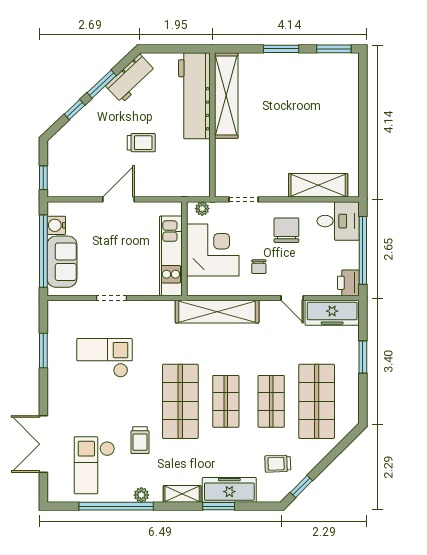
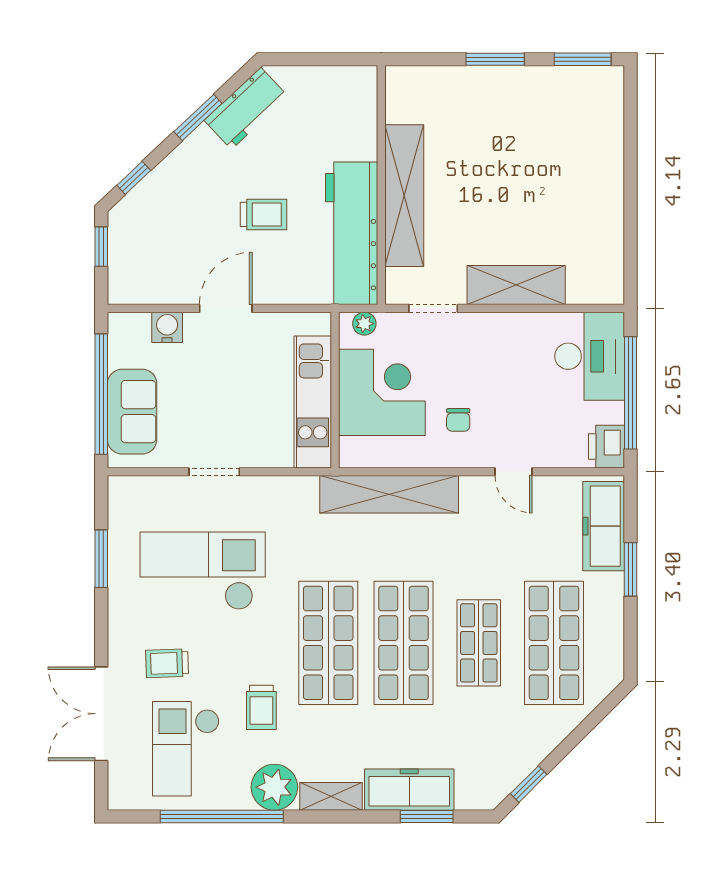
workbench: (194, 96) -> (352, 233), moved
shelving: (226, 96) -> (404, 196), moved
window: (75, 110) -> (134, 178), moved
window: (43, 178) -> (101, 247), moved
shelving: (318, 185) -> (516, 285), moved
desk: (338, 221) -> (590, 356), width x1.37
water cooler: (56, 225) -> (167, 327), moved, turned 90
chair: (286, 230) -> (504, 359), removed
freezer: (332, 313) -> (604, 526), moved, turned 90
checkout: (105, 358) -> (203, 571), width x1.36, depth x1.21
shop shelf: (226, 401) -> (403, 643), width x1.43, depth x1.36
trolley: (278, 464) -> (167, 663), moved
plant: (141, 495) -> (274, 787), width x1.87, depth x1.87
window: (219, 506) -> (427, 817), moved

